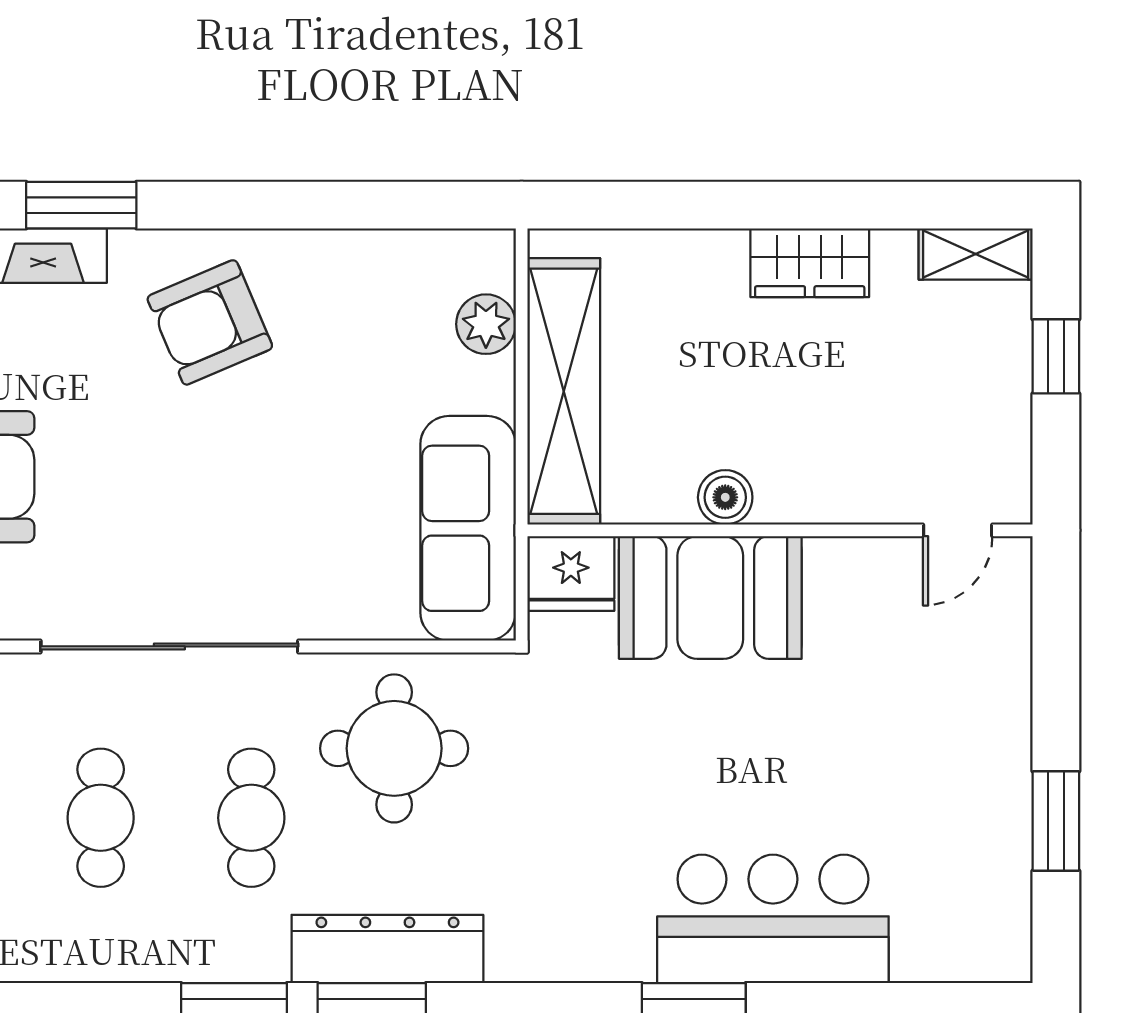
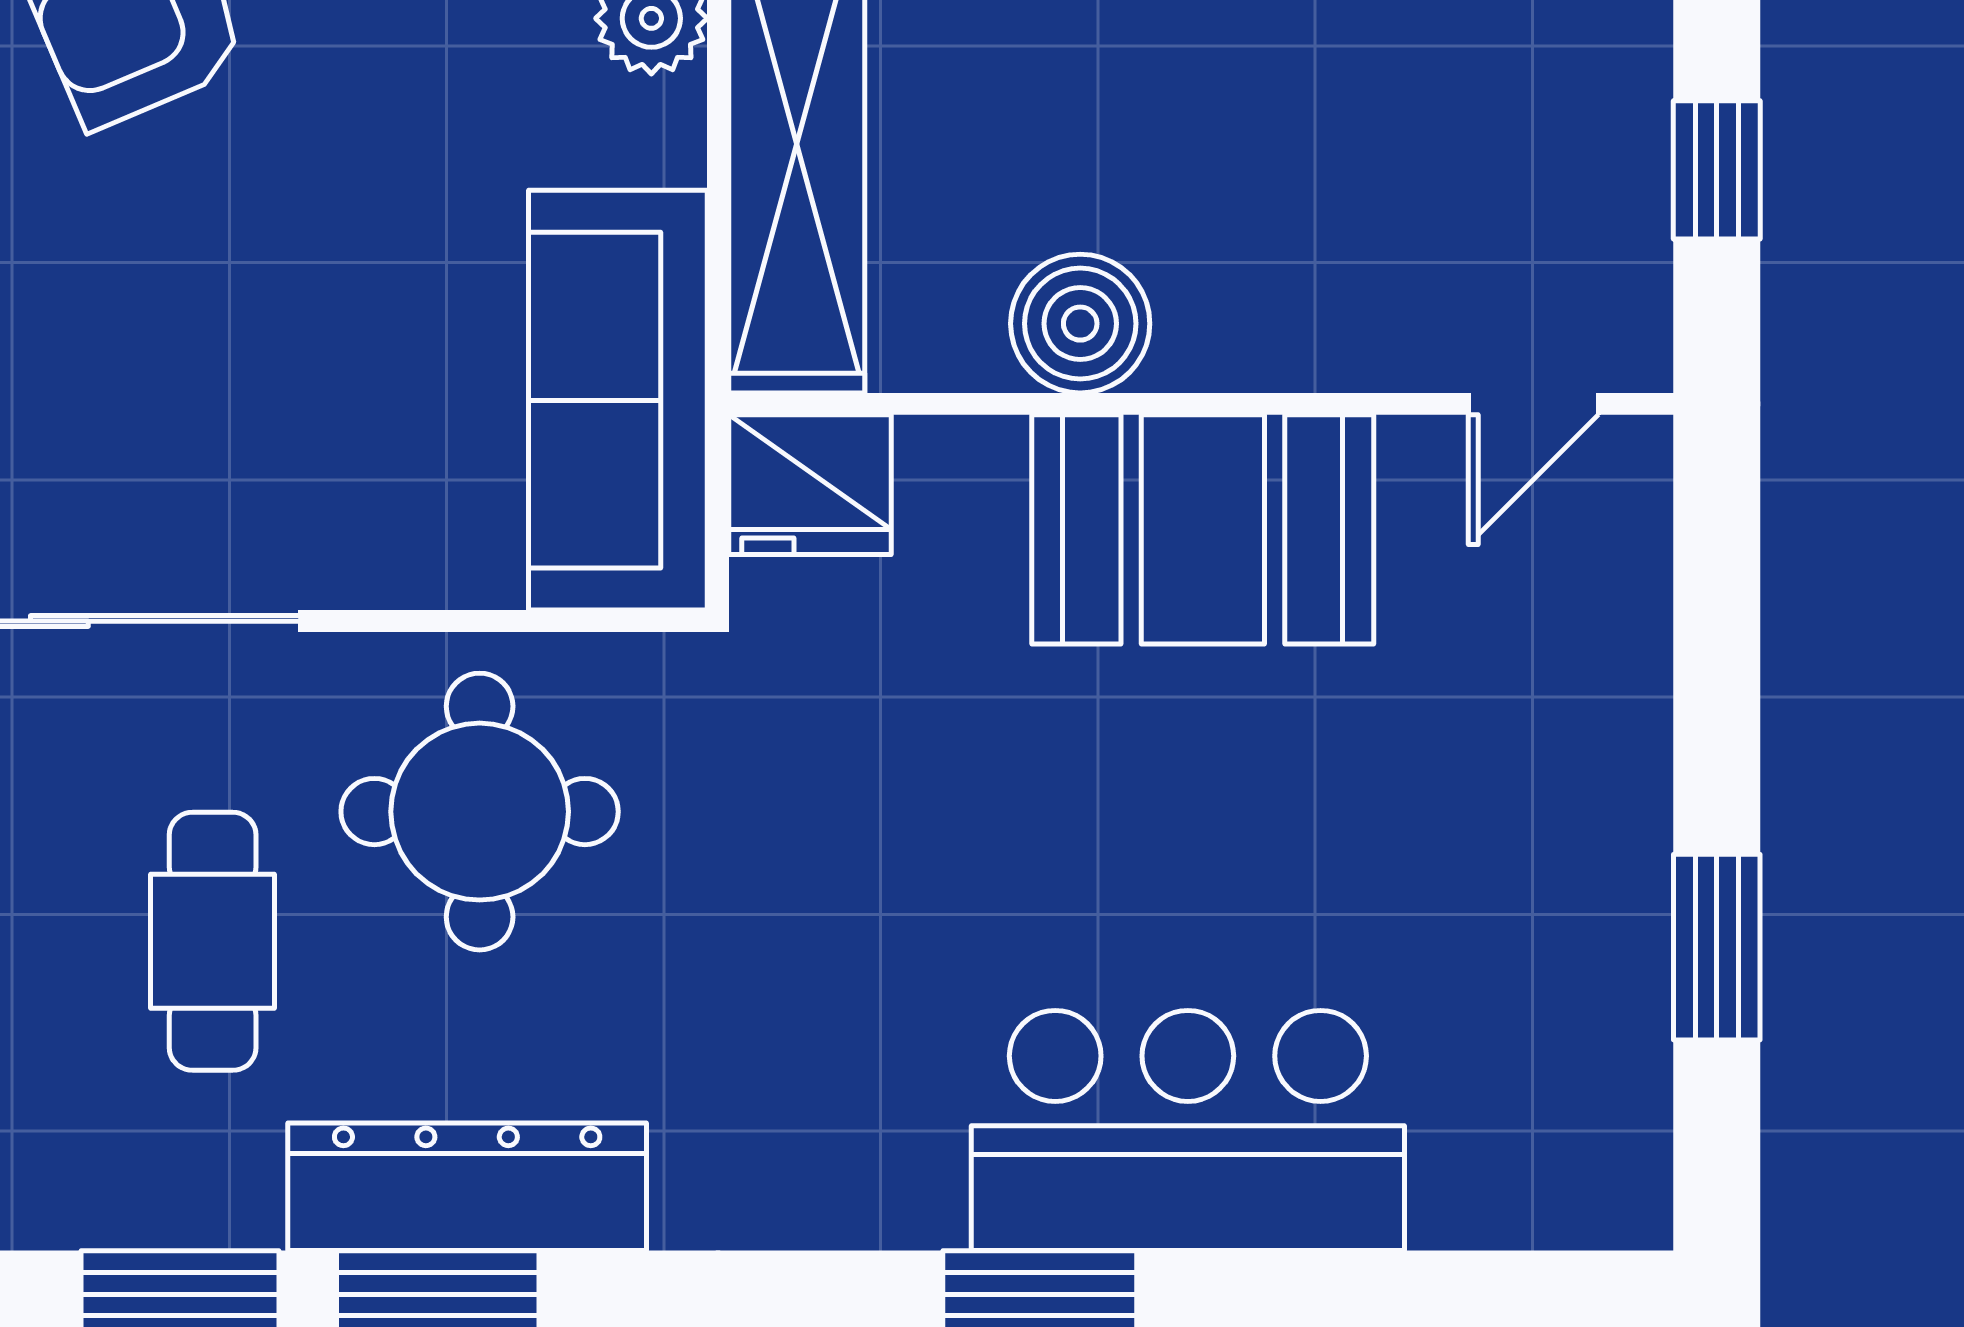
window: (1056, 356) -> (1717, 170), moved
boiler: (725, 497) -> (1080, 324), width x1.36, depth x1.36
booth: (710, 597) -> (1203, 529), moved

